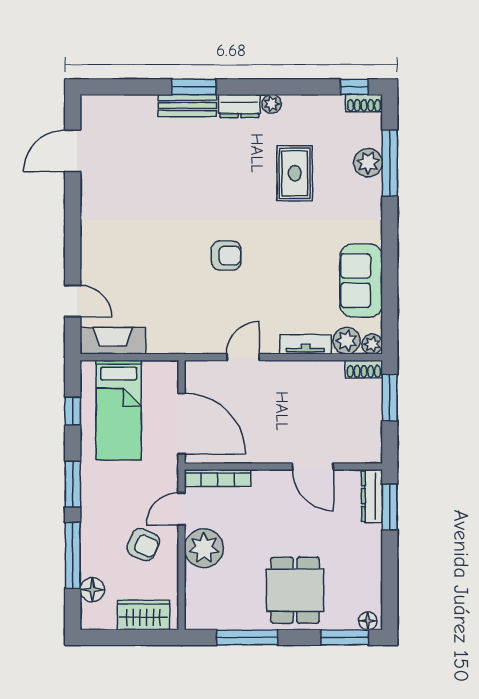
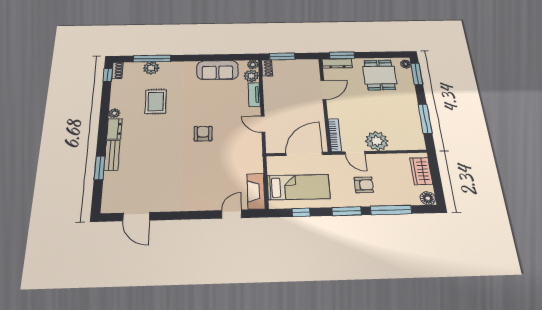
window: (194, 87) -> (100, 168), moved
rug: (295, 173) -> (156, 102), turned 90
armchair: (143, 545) -> (364, 185), moved, turned 66
floor lamp: (92, 590) -> (428, 198), moved
dining table: (295, 590) -> (380, 75), moved, turned 90

